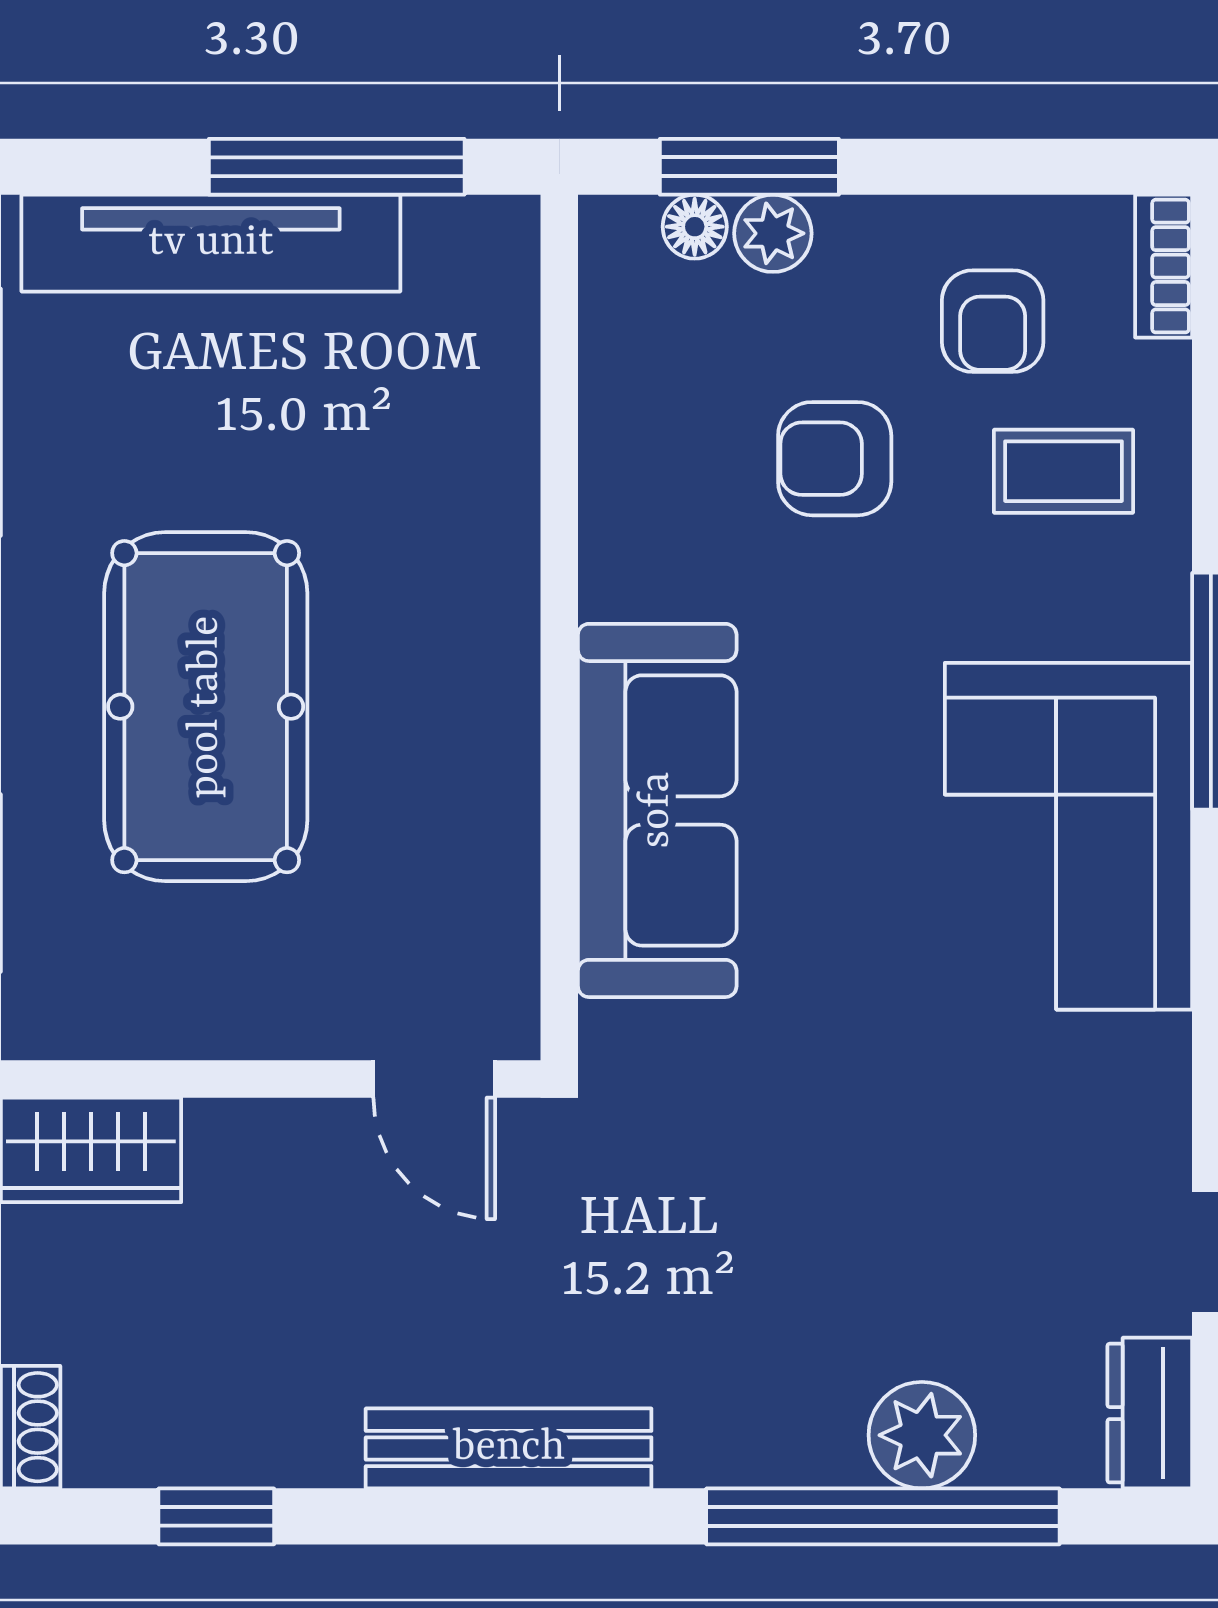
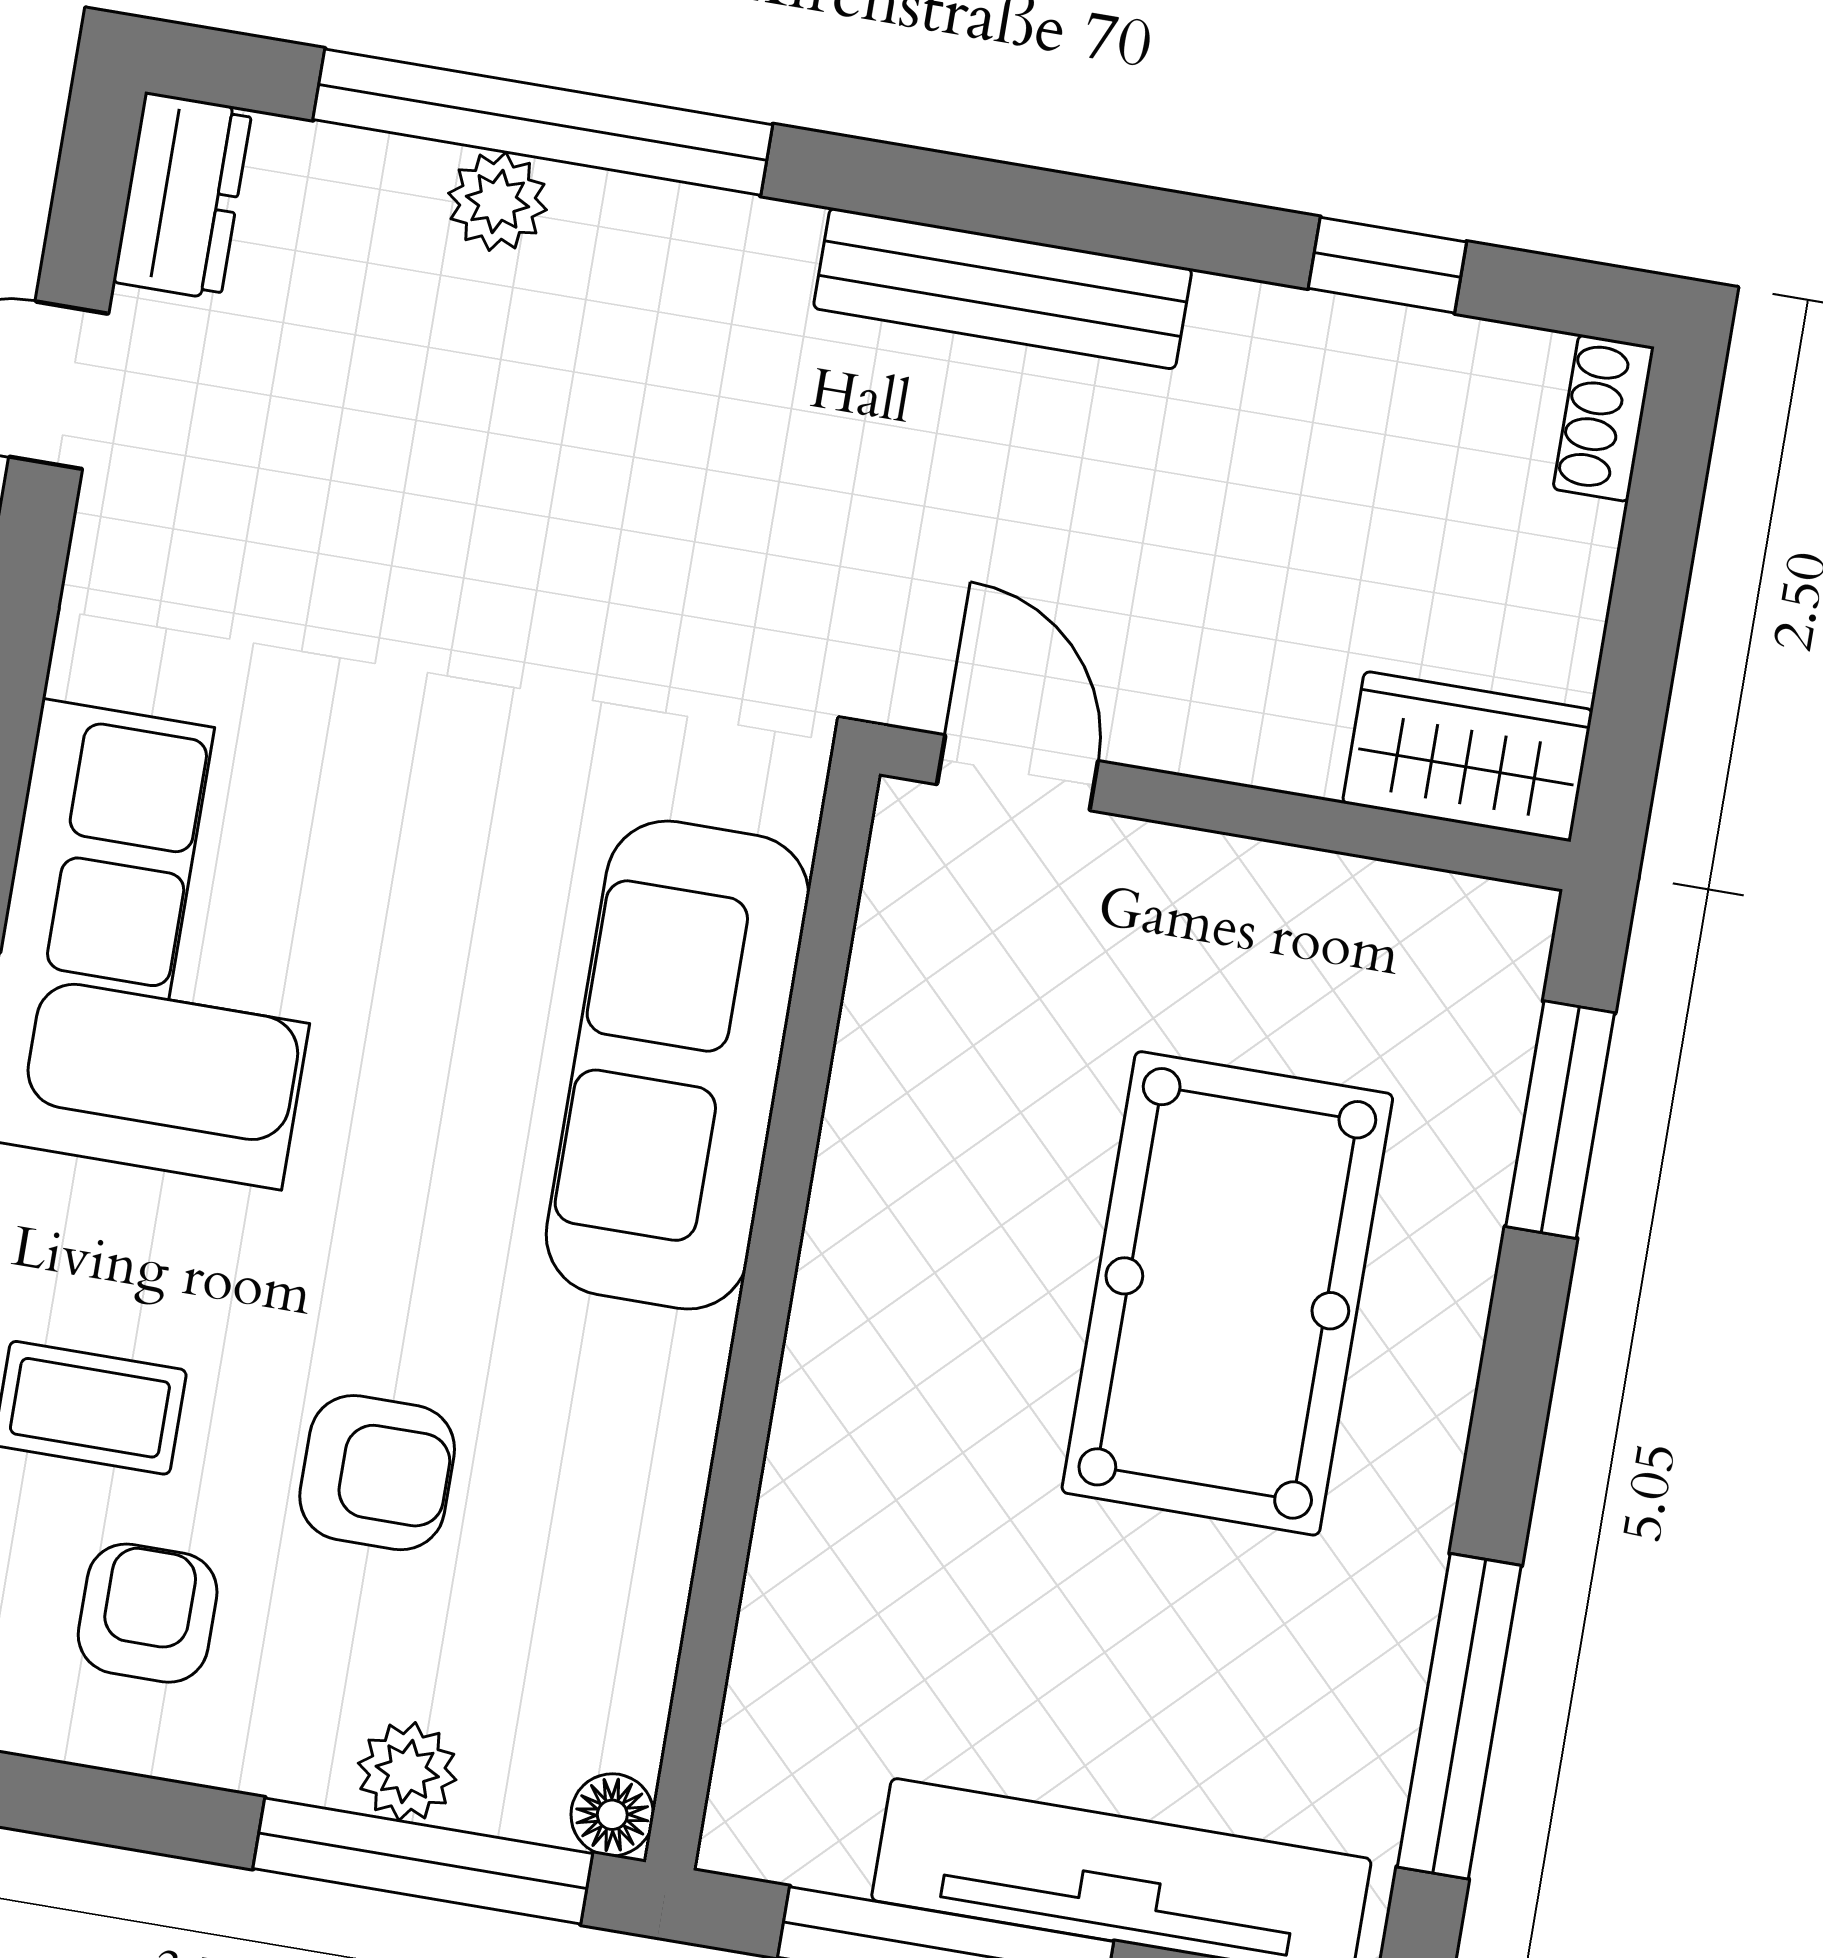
window: (749, 167) -> (423, 1861), width x1.44
floor lamp: (695, 227) -> (612, 1815), moved
plant: (922, 1435) -> (498, 201), width x0.73, depth x0.73

